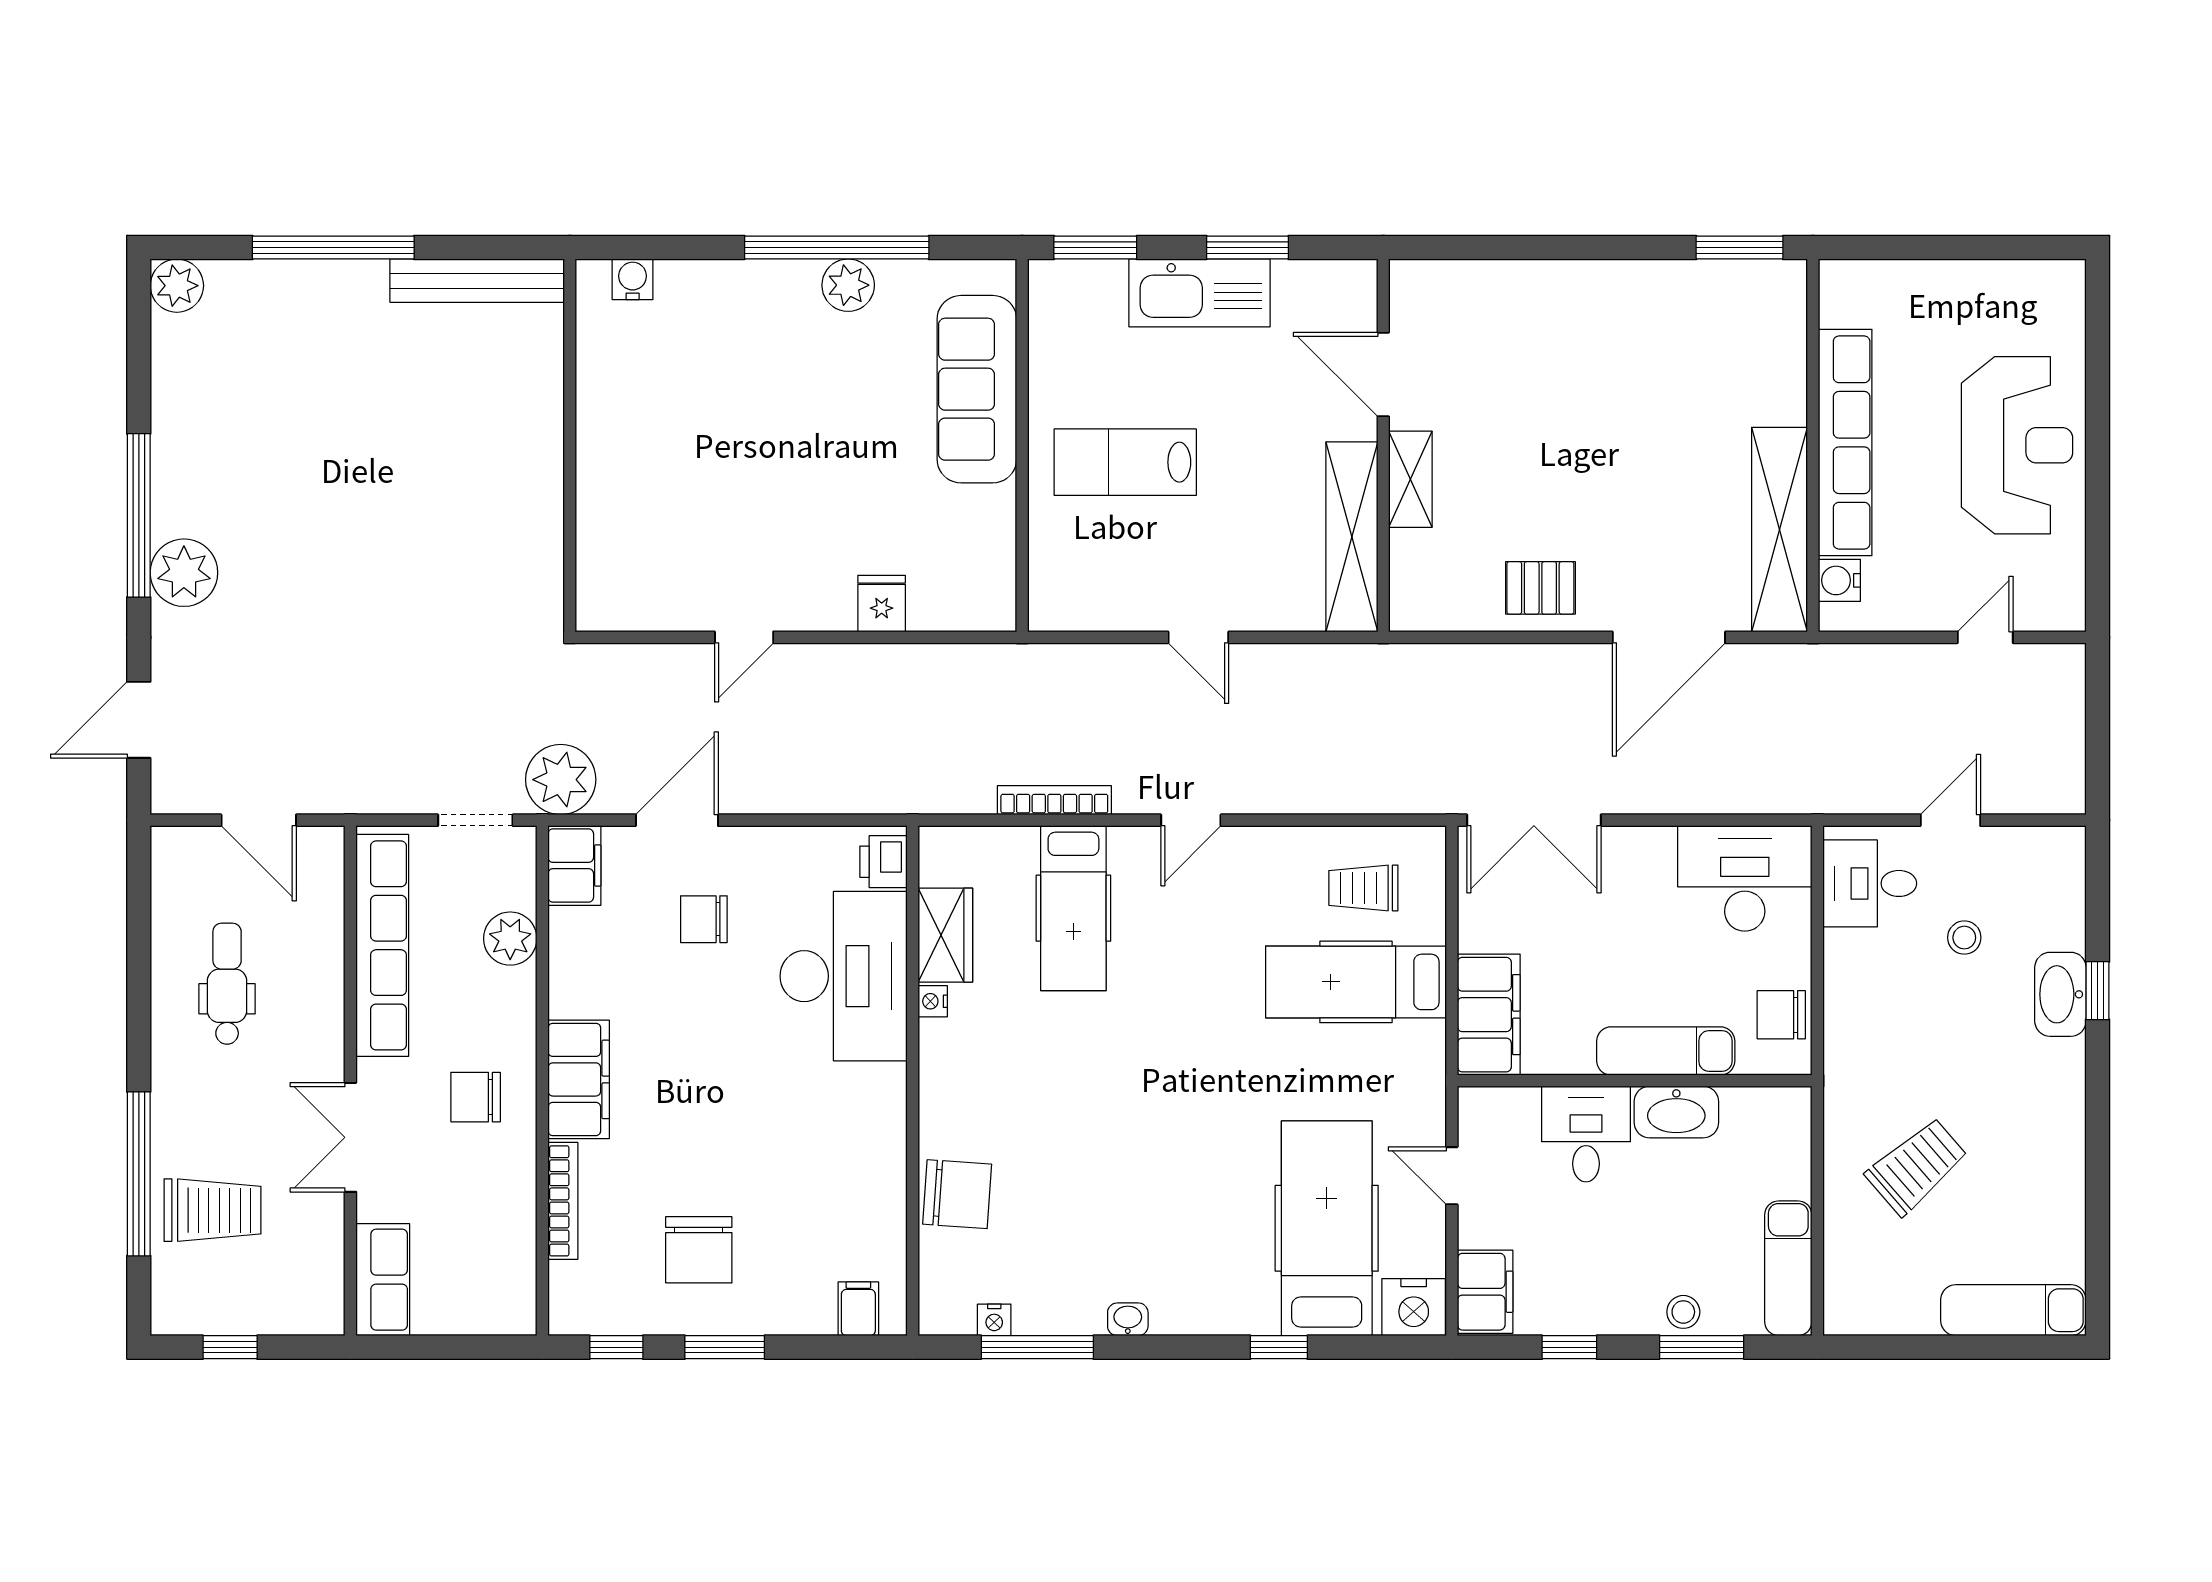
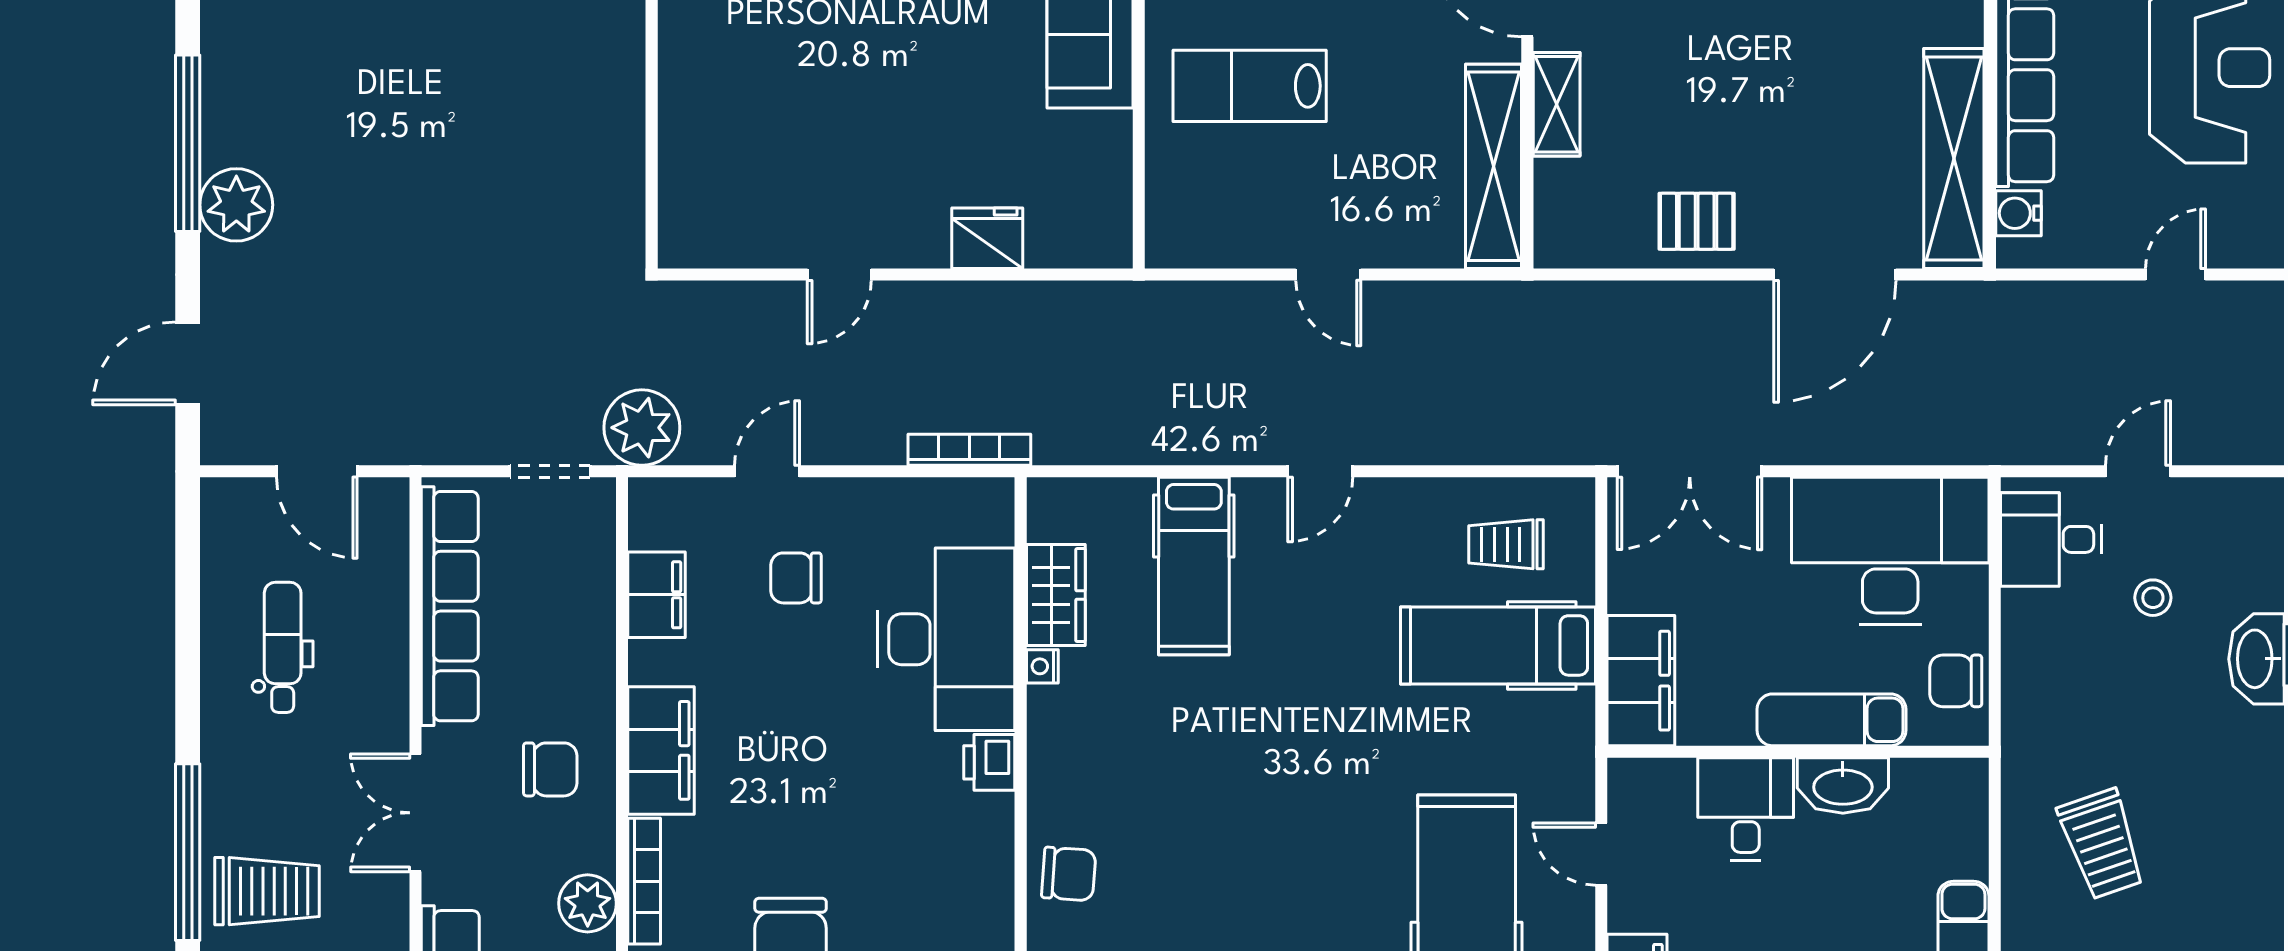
fridge: (882, 604) -> (987, 238), width x1.38
bookcase: (1054, 800) -> (969, 450), moved
door: (677, 820) -> (767, 471), width x0.73
printer: (883, 862) -> (989, 762), moved
filing cabinet: (574, 866) -> (657, 595), moved
desk: (1745, 878) -> (1890, 551), width x1.36, depth x1.30
plant: (510, 939) -> (588, 903), moved
chair: (476, 1097) -> (550, 769), turned 180
trolley: (1917, 1166) -> (2102, 844), turned 112
chair: (957, 1194) -> (1069, 874), width x0.73, depth x0.73

